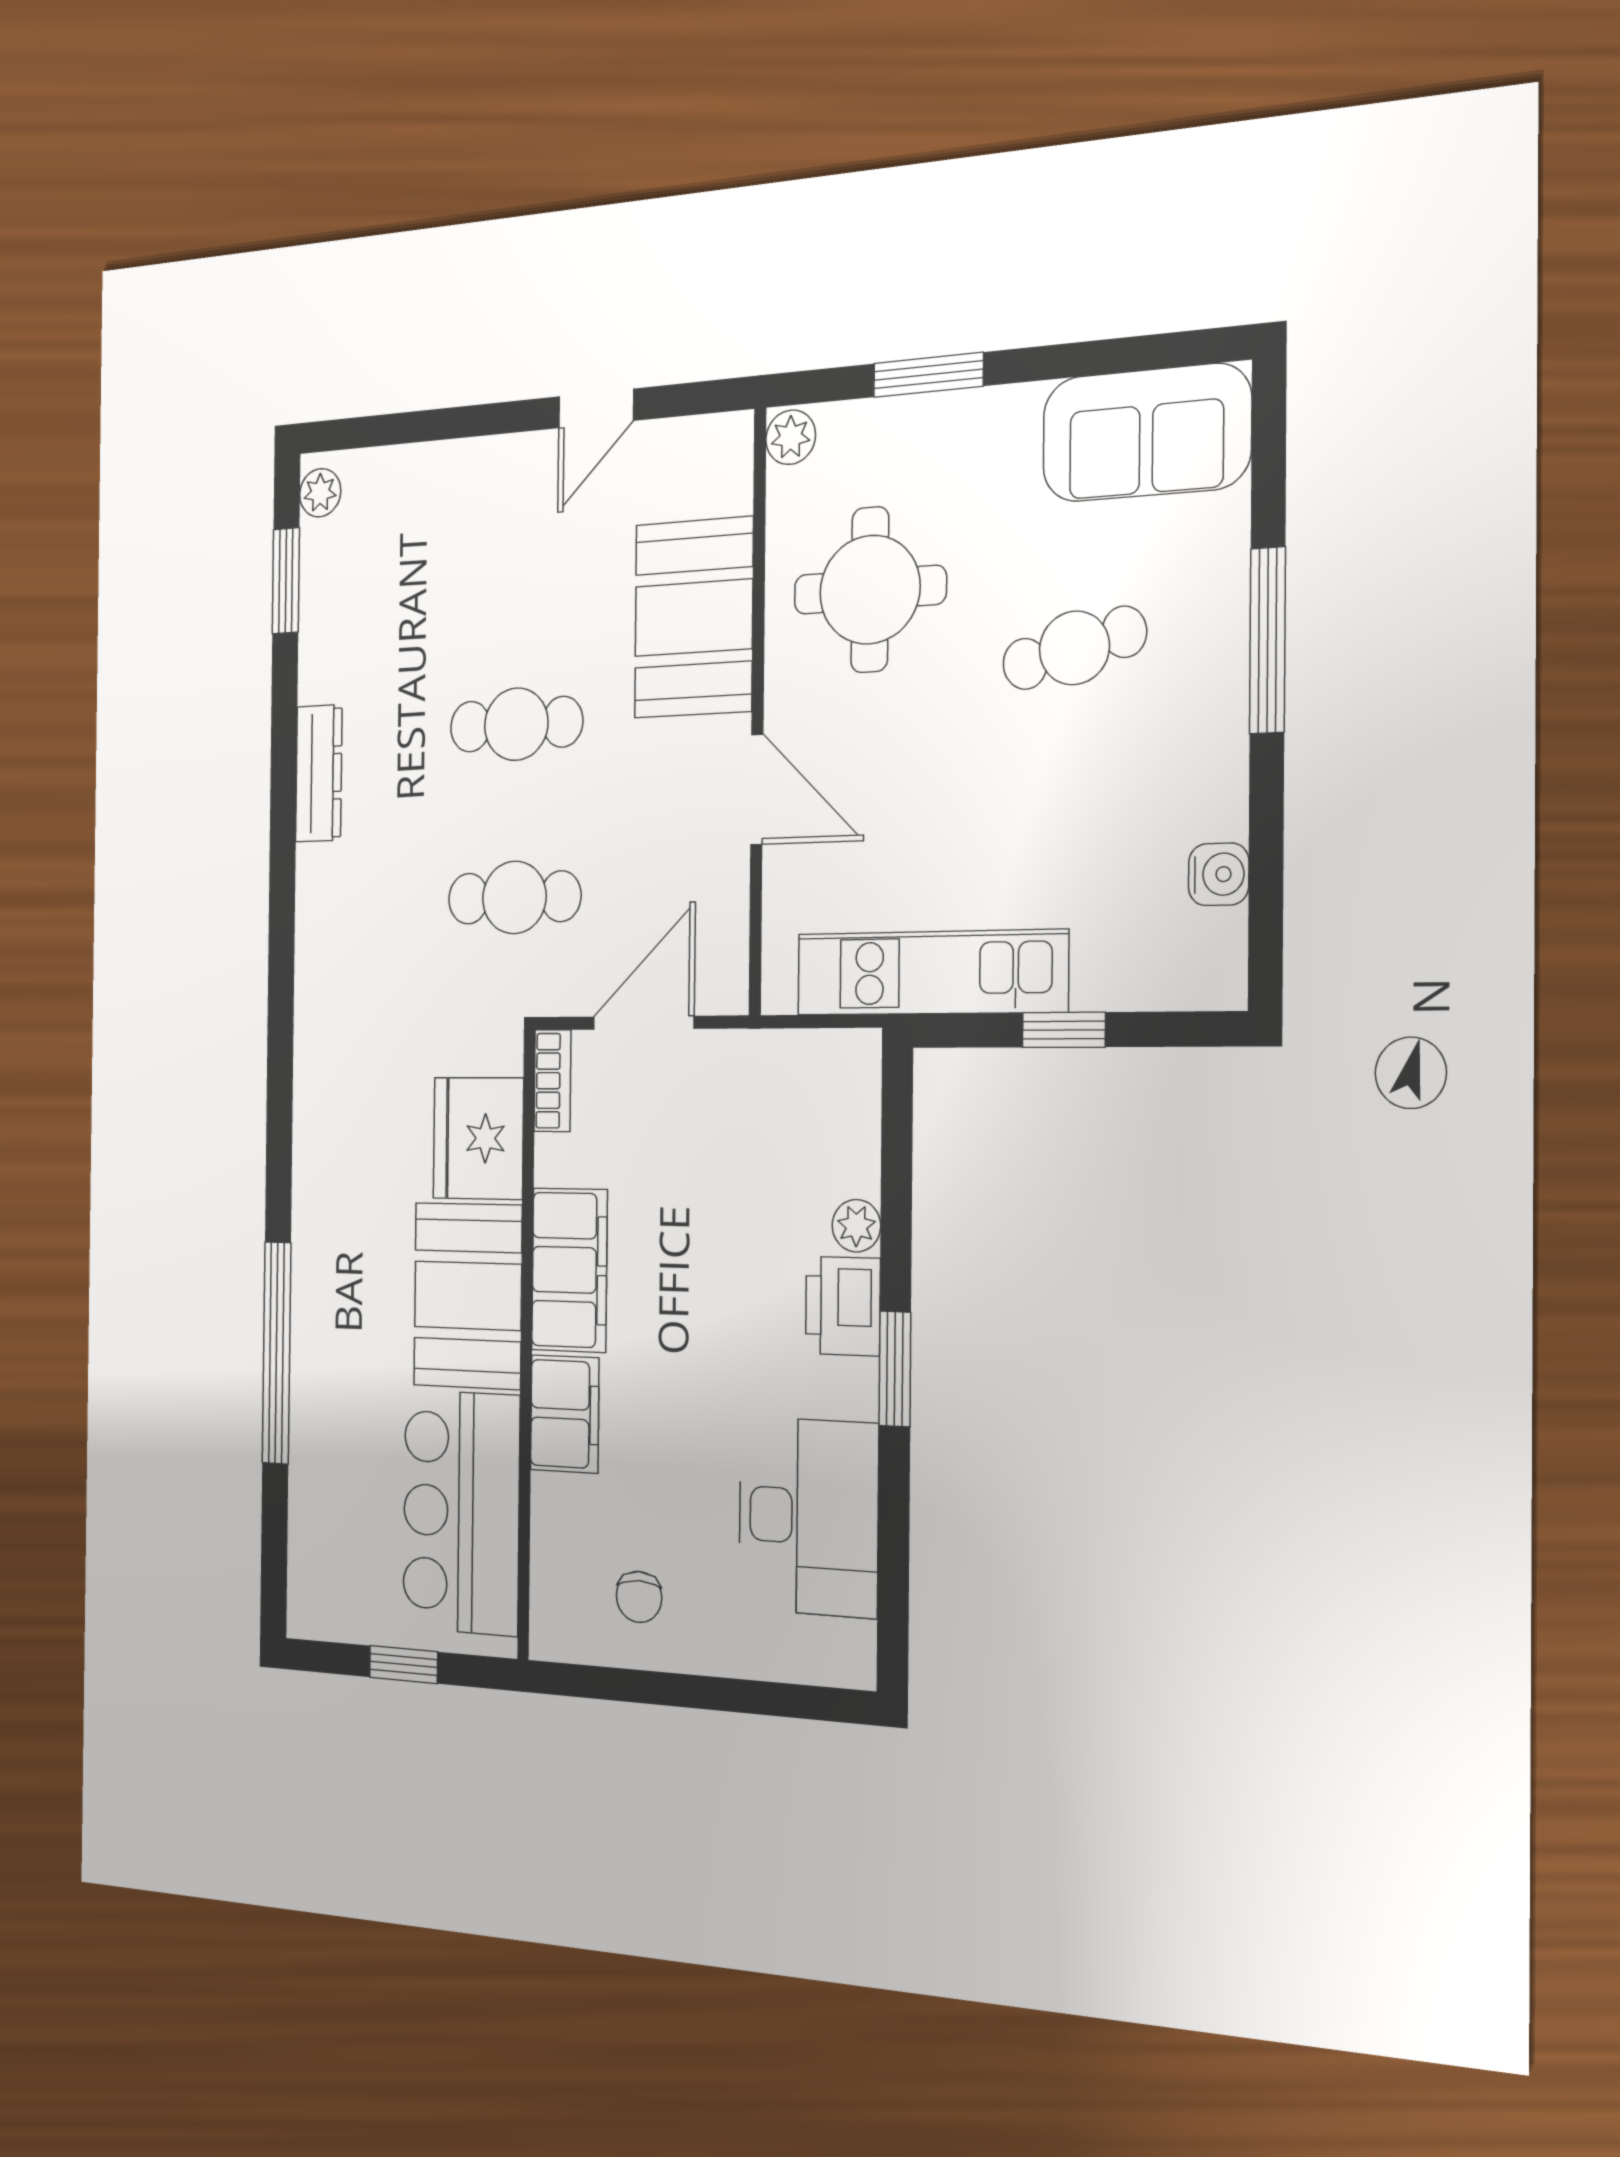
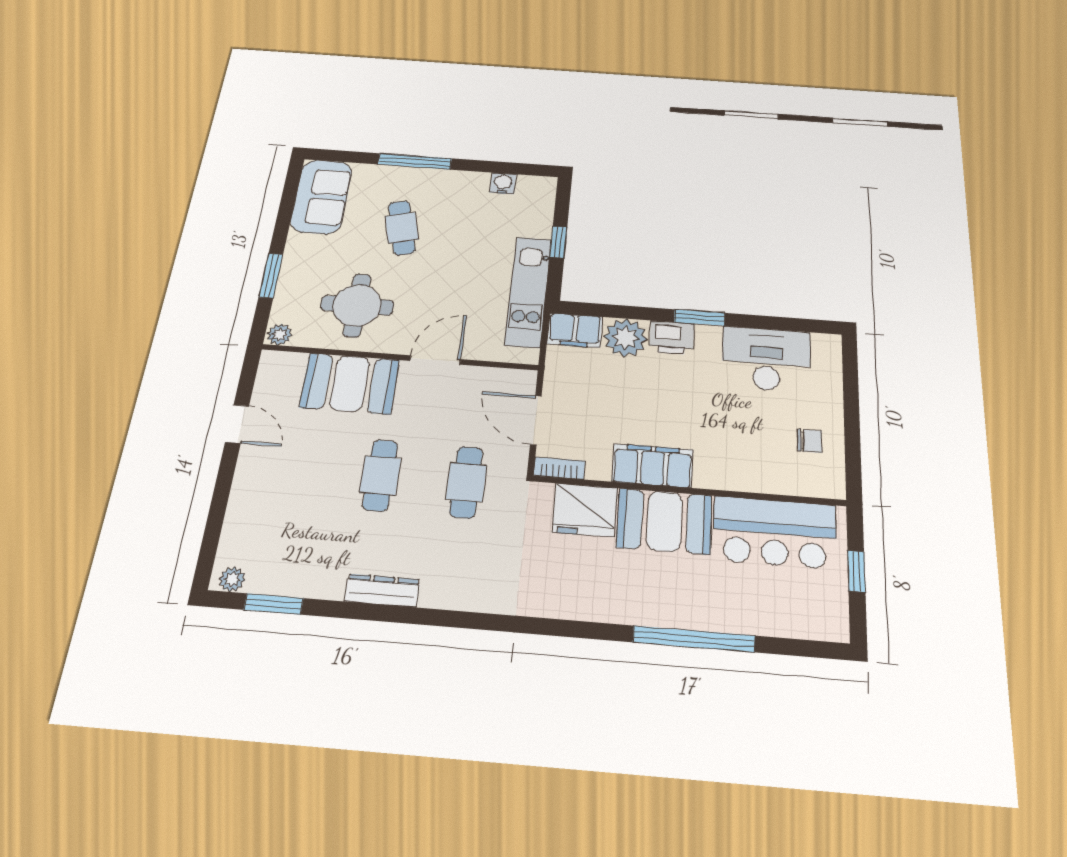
plant: (856, 1226) -> (625, 338), width x1.88, depth x1.88
filing cabinet: (565, 1414) -> (575, 330), moved, turned 180

